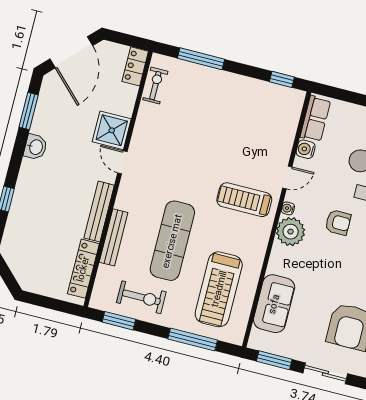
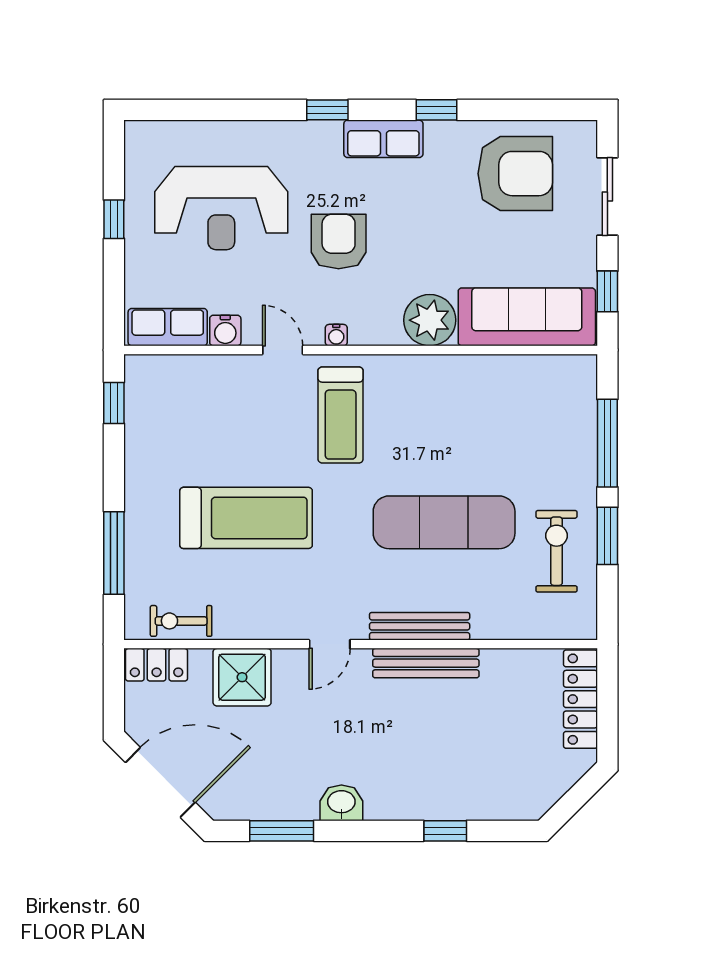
shower: (112, 130) -> (242, 677), moved
armchair: (338, 222) -> (339, 241), width x1.38, depth x1.38
plant: (291, 232) -> (430, 320), moved
bench: (114, 237) -> (420, 626), moved
locker: (83, 269) -> (581, 699), moved, turned 90
treadmill: (219, 289) -> (246, 518), moved
sofa: (274, 304) -> (527, 317), width x1.36
window: (119, 321) -> (607, 536), moved
window: (274, 360) -> (607, 291), width x0.67

